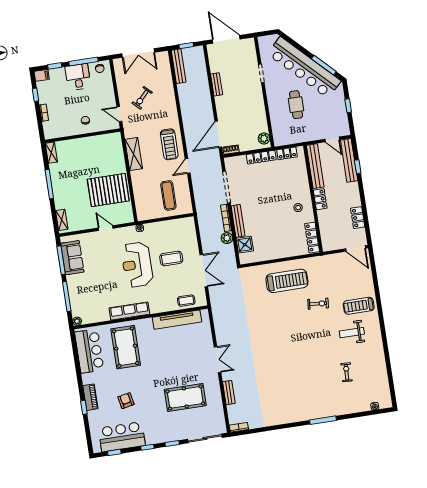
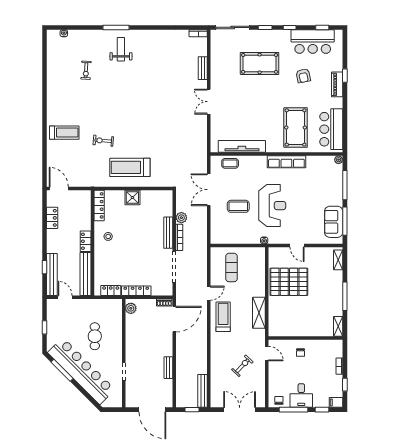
shower: (245, 245) -> (132, 197), moved
weight bench: (352, 333) -> (121, 49), moved, turned -90
pool table: (185, 397) -> (260, 63), moved

